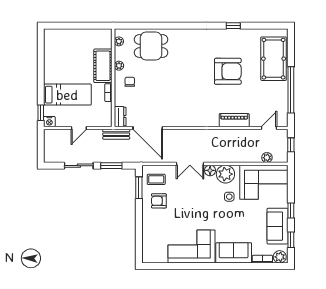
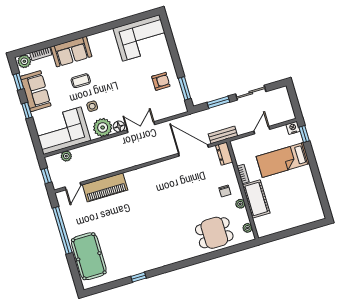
armchair: (228, 71) -> (131, 230), removed
piano: (234, 120) -> (105, 187), width x1.37, depth x1.33
coffee table: (156, 179) -> (81, 81), moved
corner sofa: (191, 246) -> (141, 38), moved

